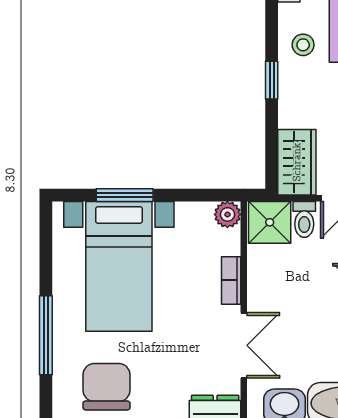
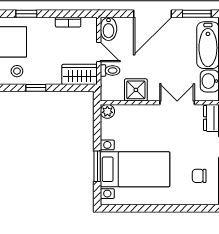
shower: (270, 222) -> (136, 90), moved
bookcase: (231, 280) -> (143, 109), removed
window: (46, 335) -> (172, 208), removed
chair: (107, 387) -> (199, 176), width x0.54, depth x0.54

